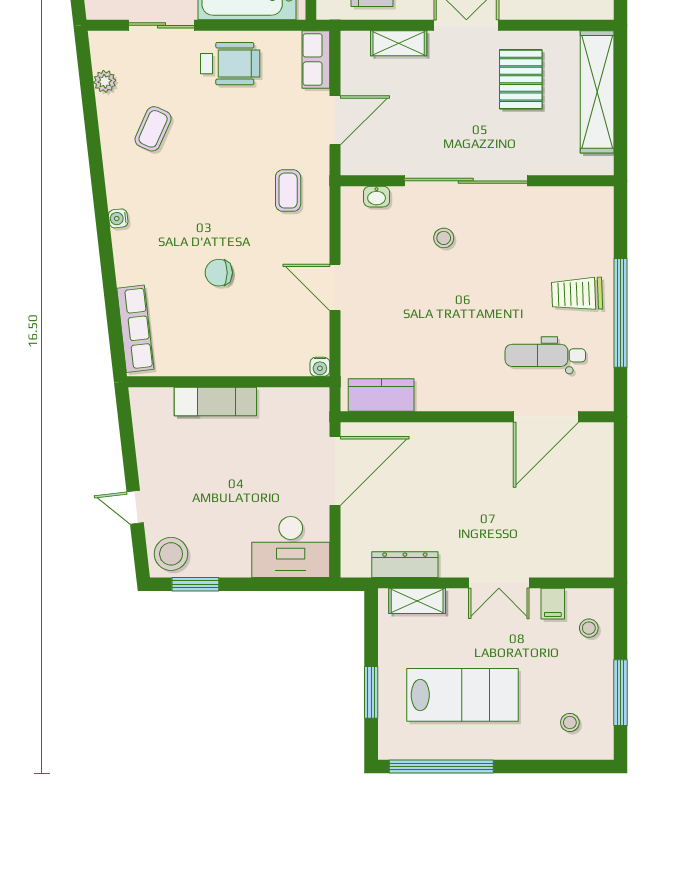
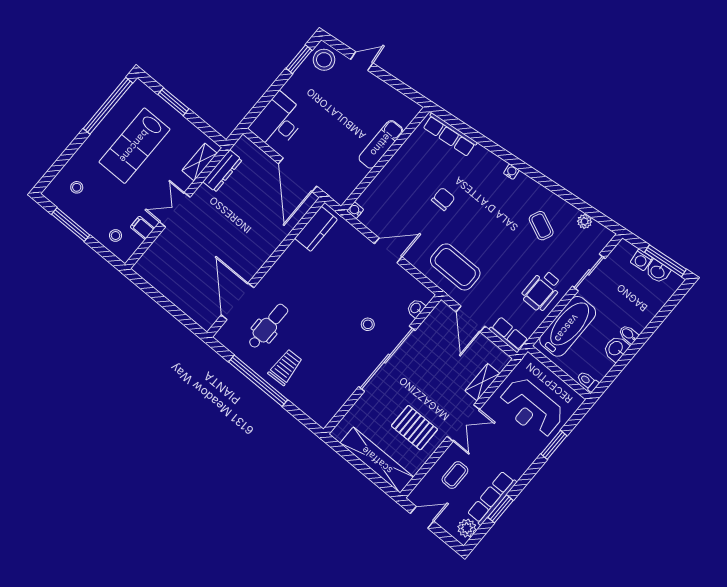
coffee table: (288, 191) -> (455, 267), width x1.86, depth x1.72

